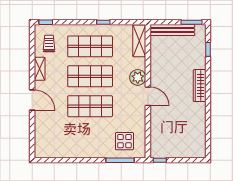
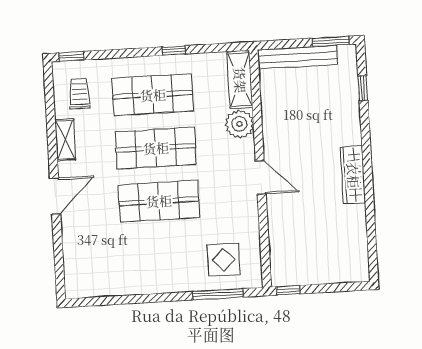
plant: (138, 77) -> (240, 124), moved
wardrobe: (200, 86) -> (353, 175), moved
door: (32, 100) -> (55, 196), hinge flipped

